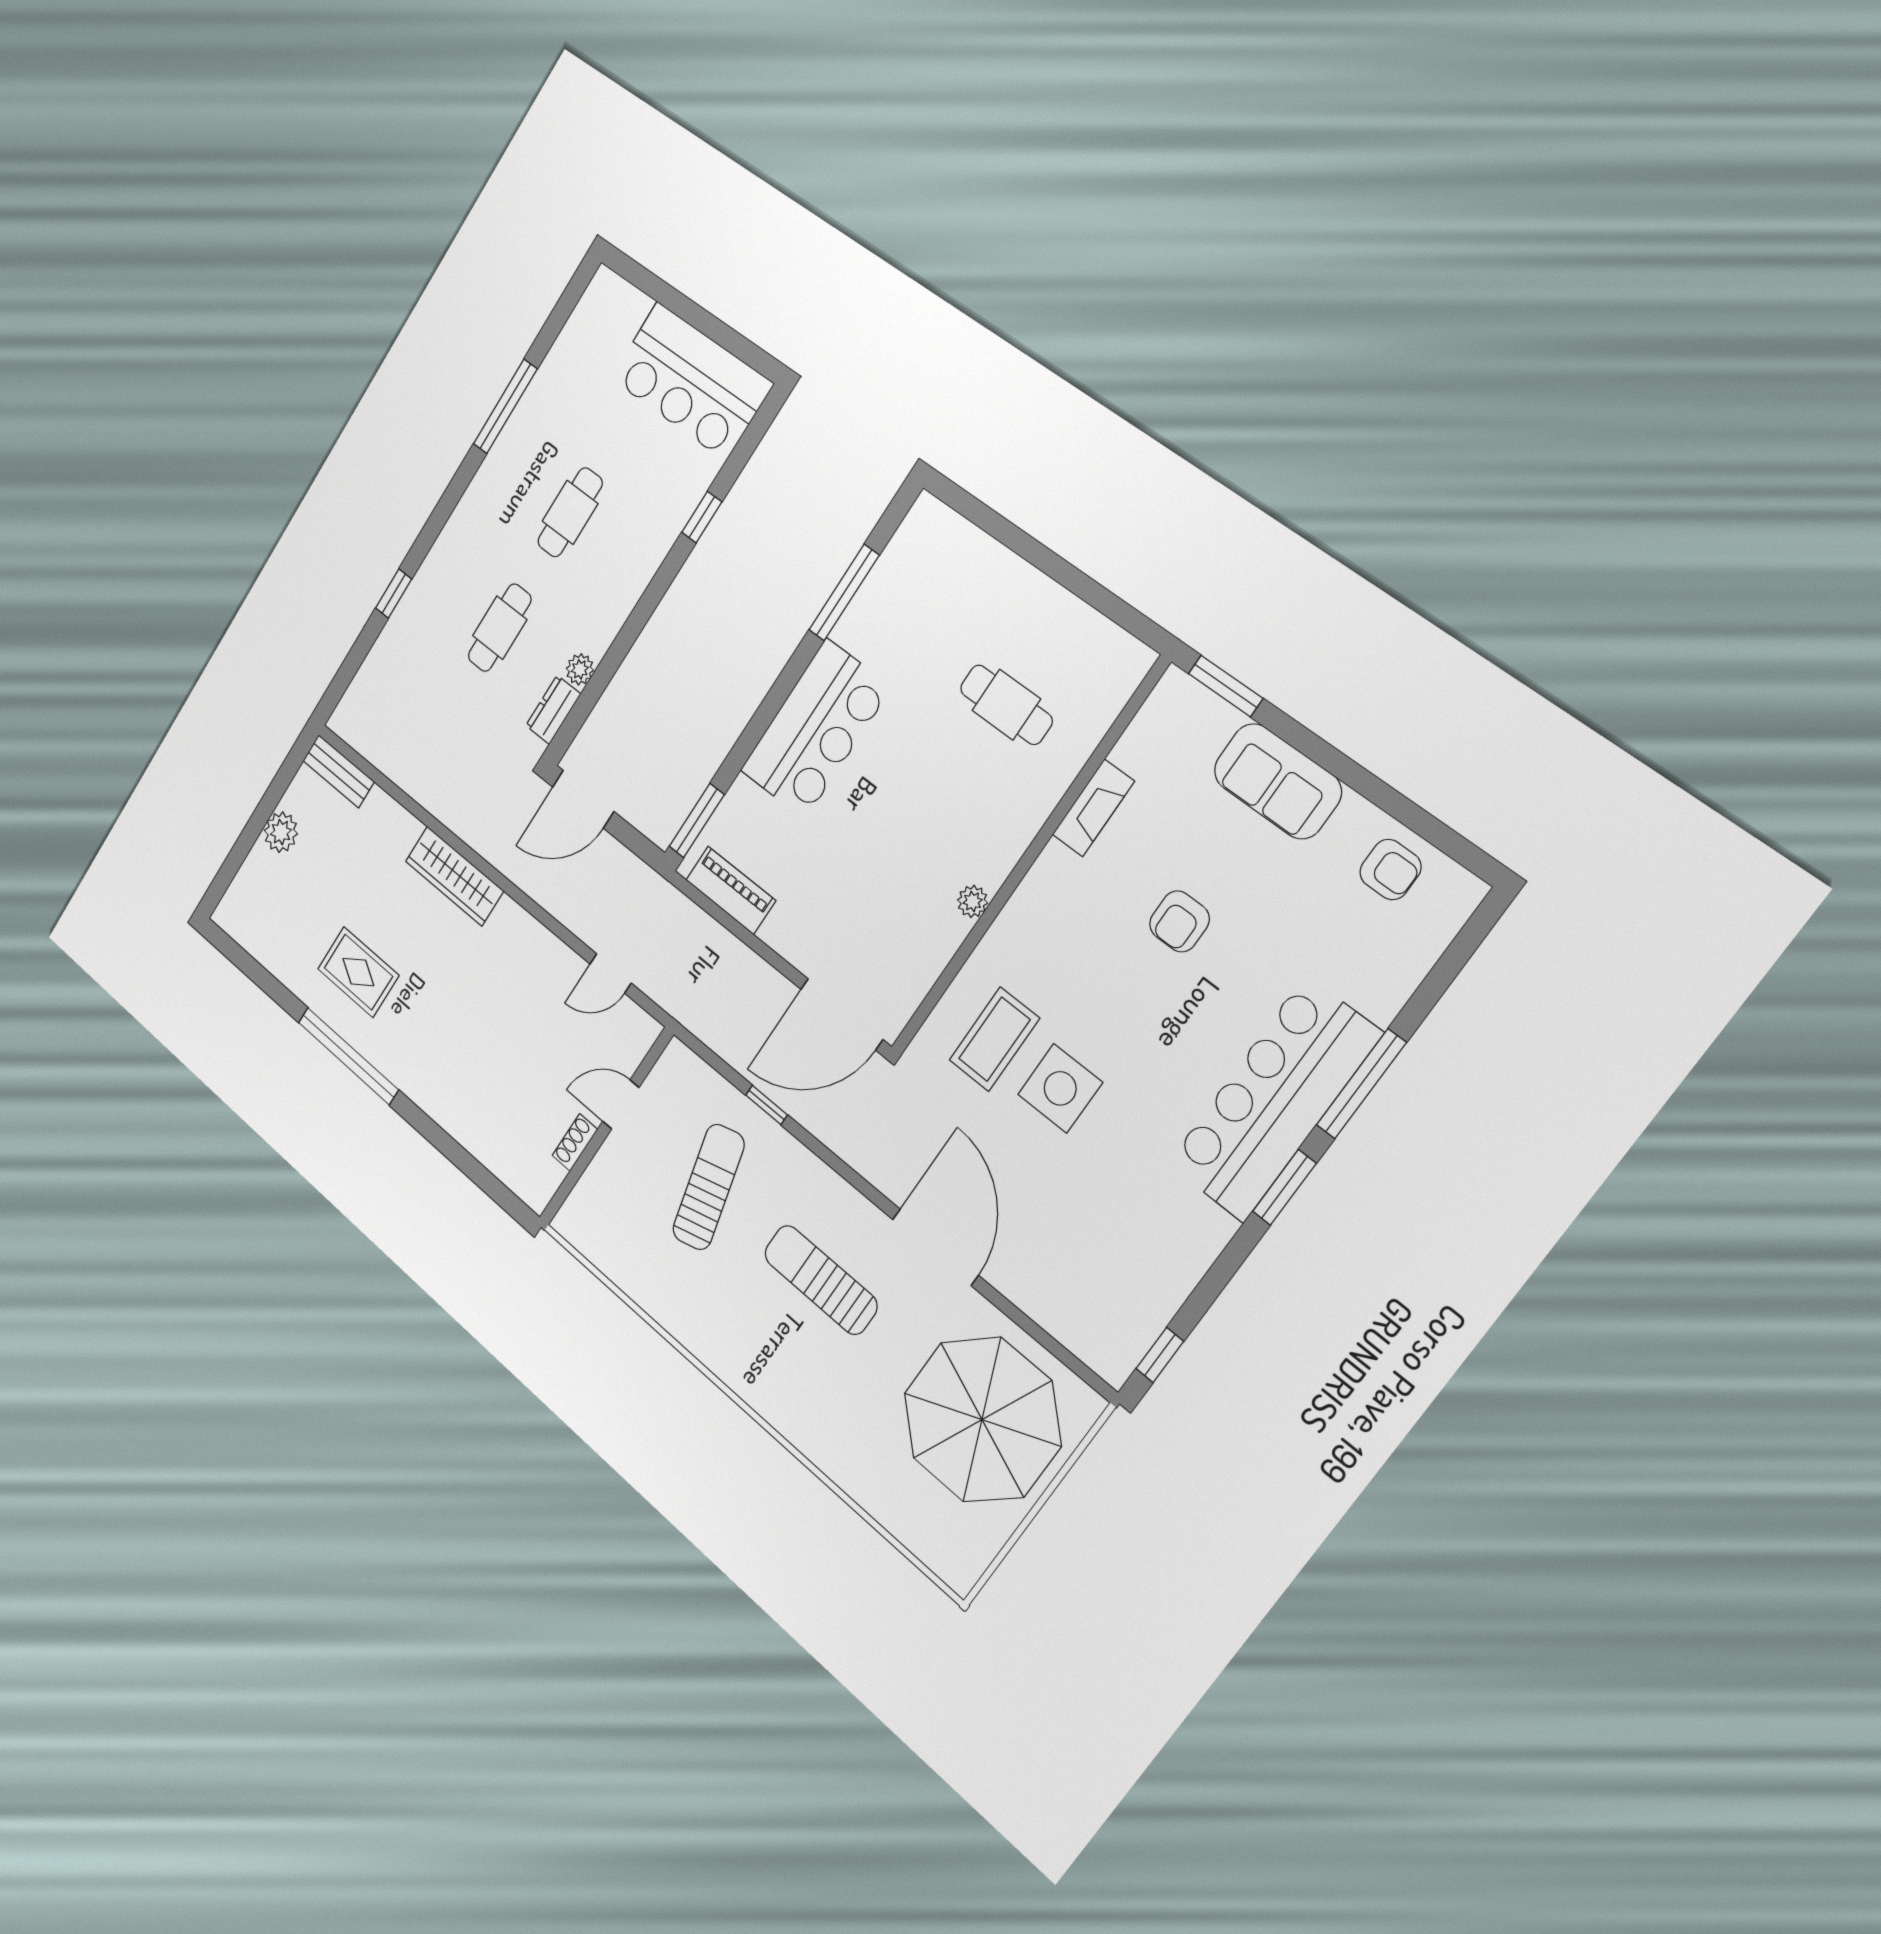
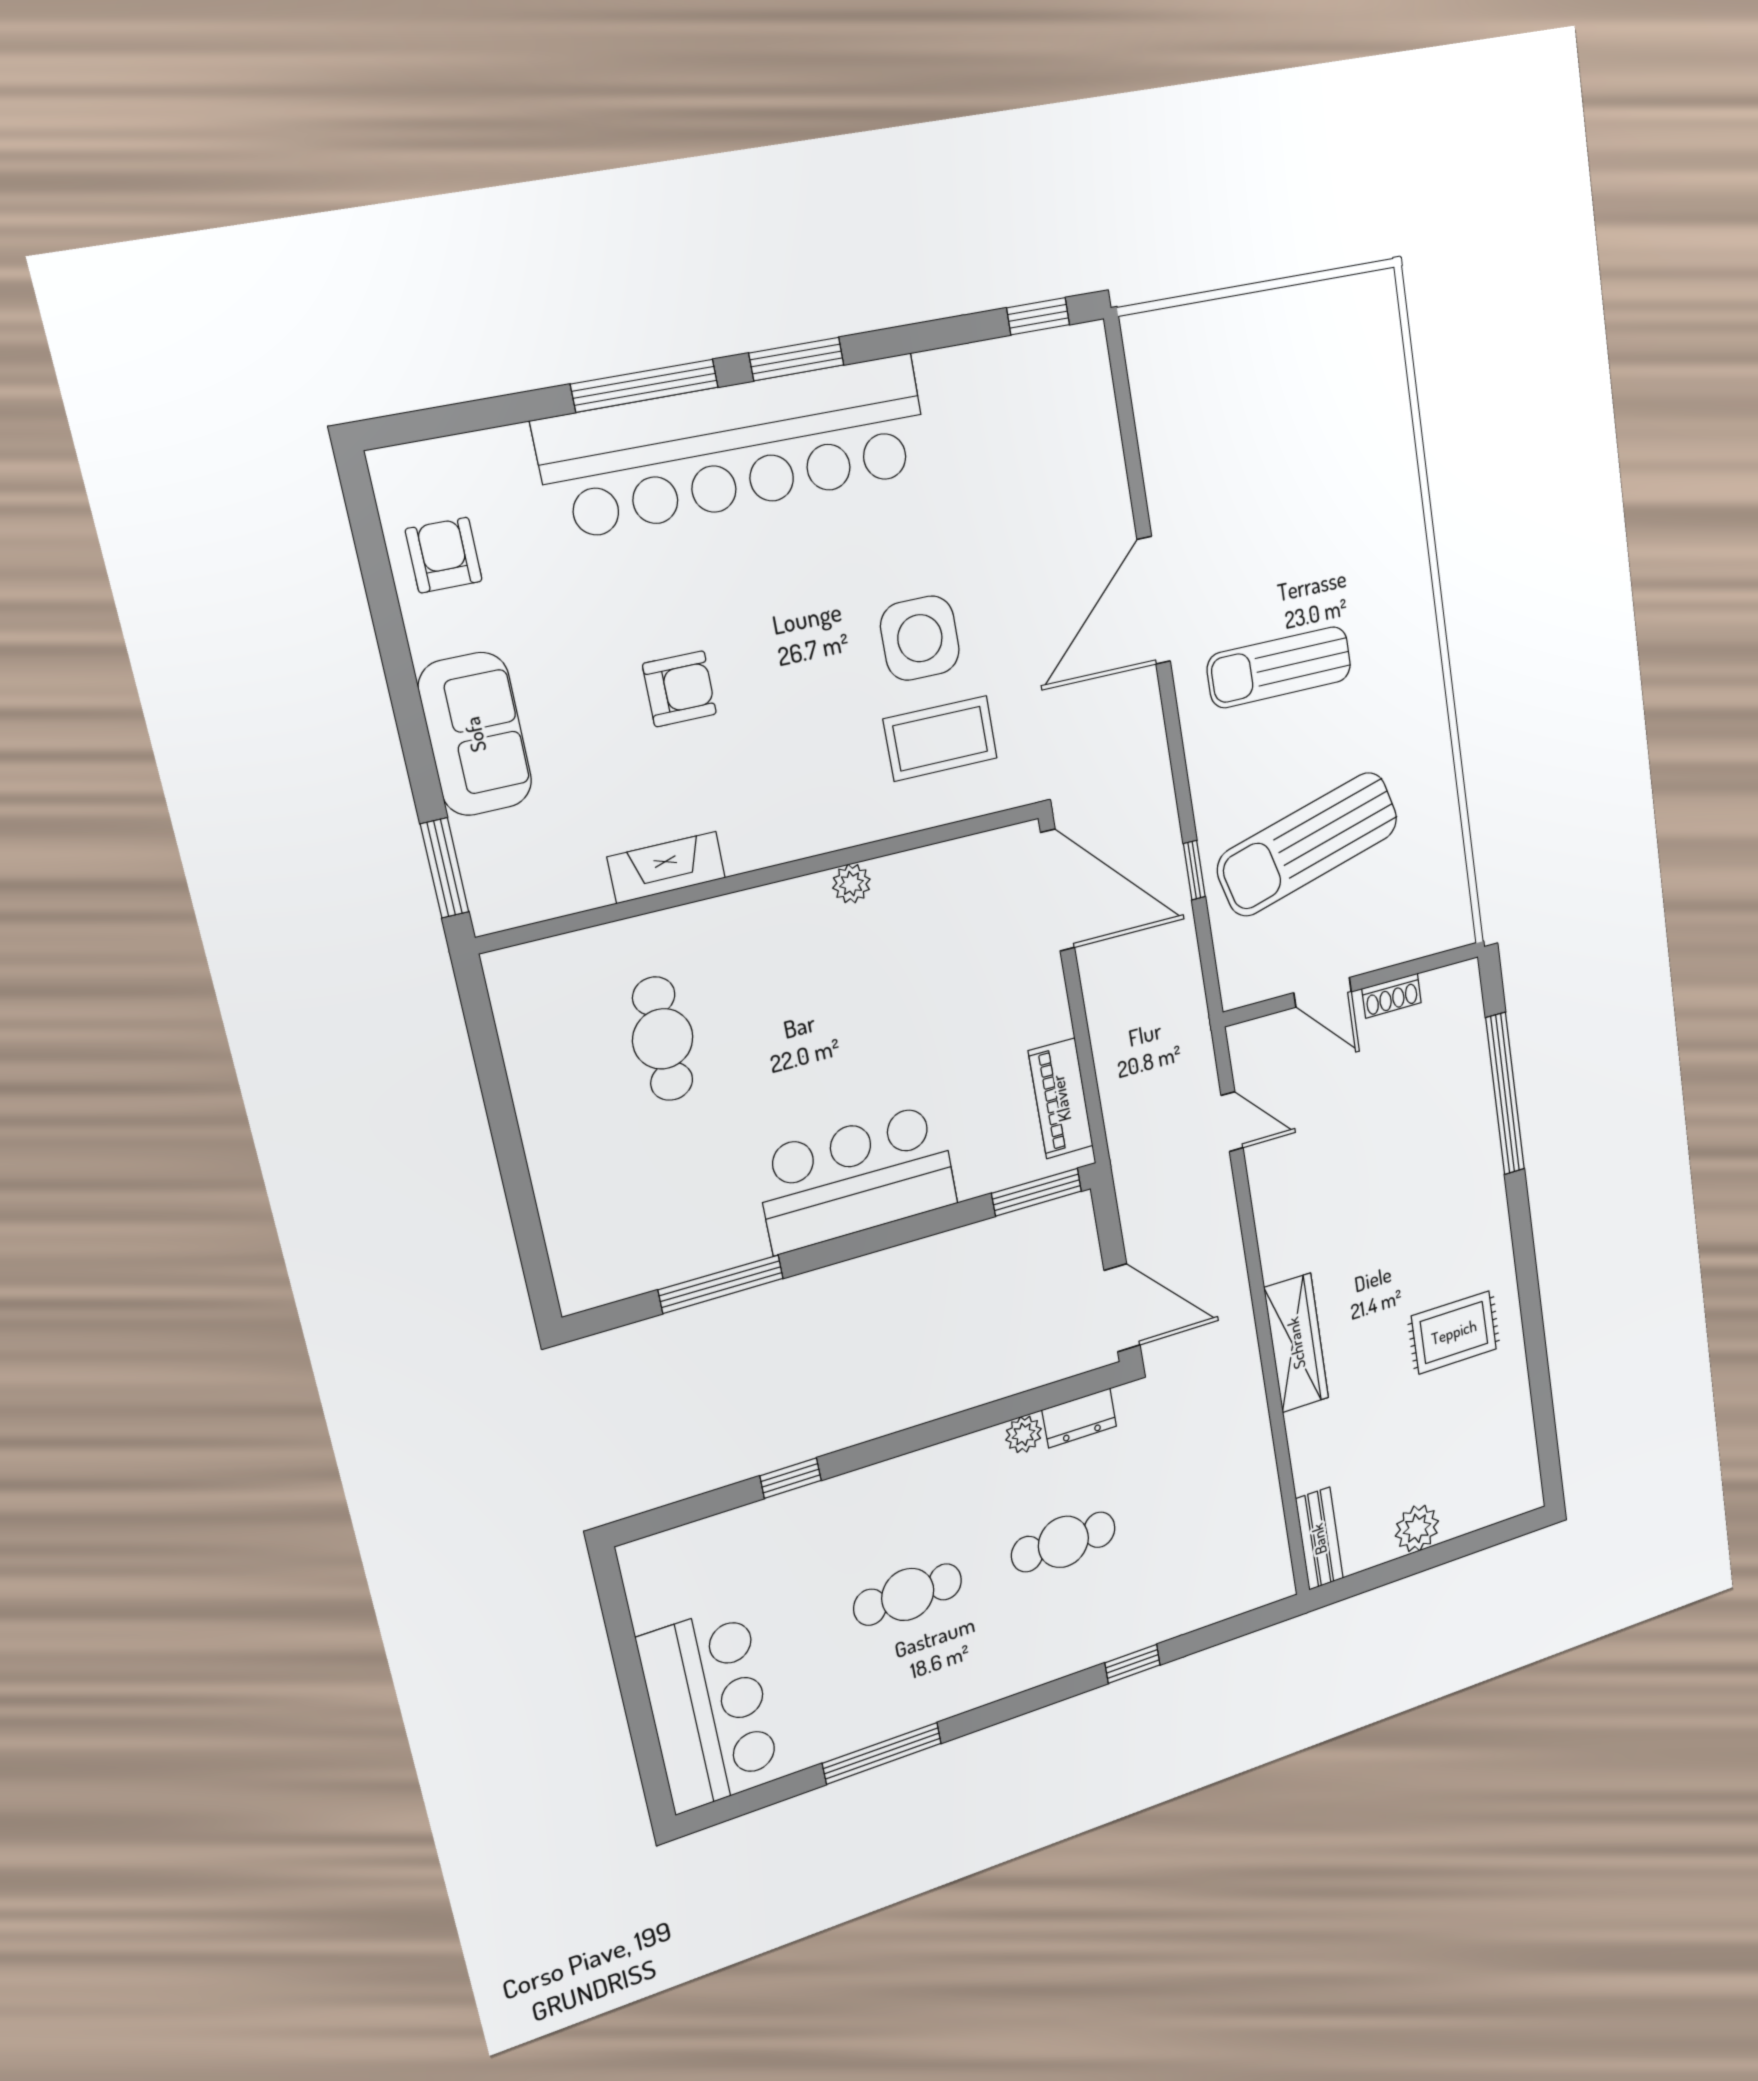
bar counter: (691, 381) -> (709, 1709), moved
rug: (358, 972) -> (1454, 1332), turned 90
window: (348, 1056) -> (1505, 1094), moved
bar counter: (1274, 1099) -> (736, 446), width x1.36
sun lounger: (709, 1187) -> (1308, 844), width x1.36, depth x1.34
sun lounger: (821, 1280) -> (1279, 667), turned 90
parasol: (982, 1420) -> (1243, 409), removed

